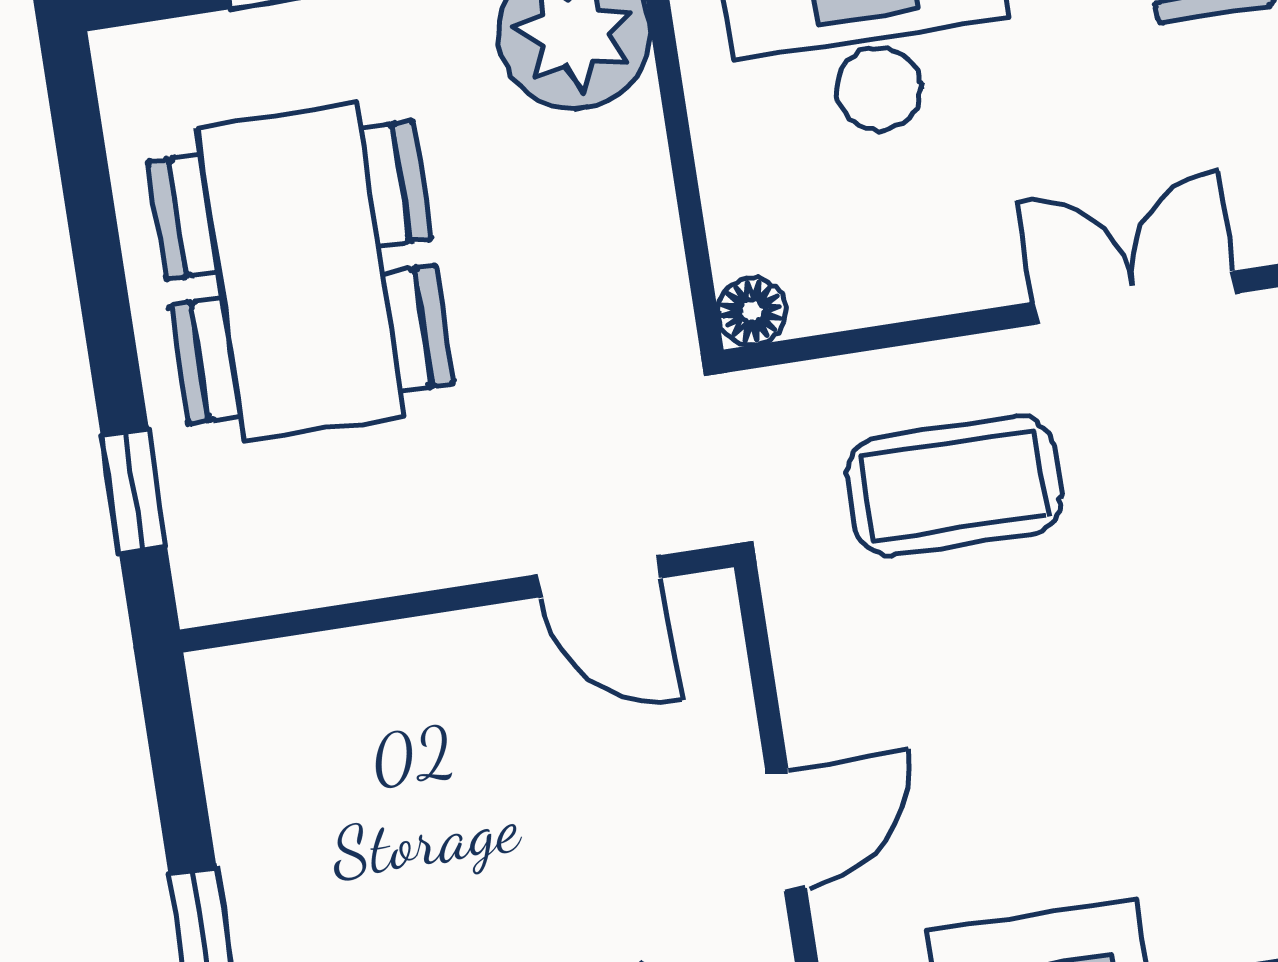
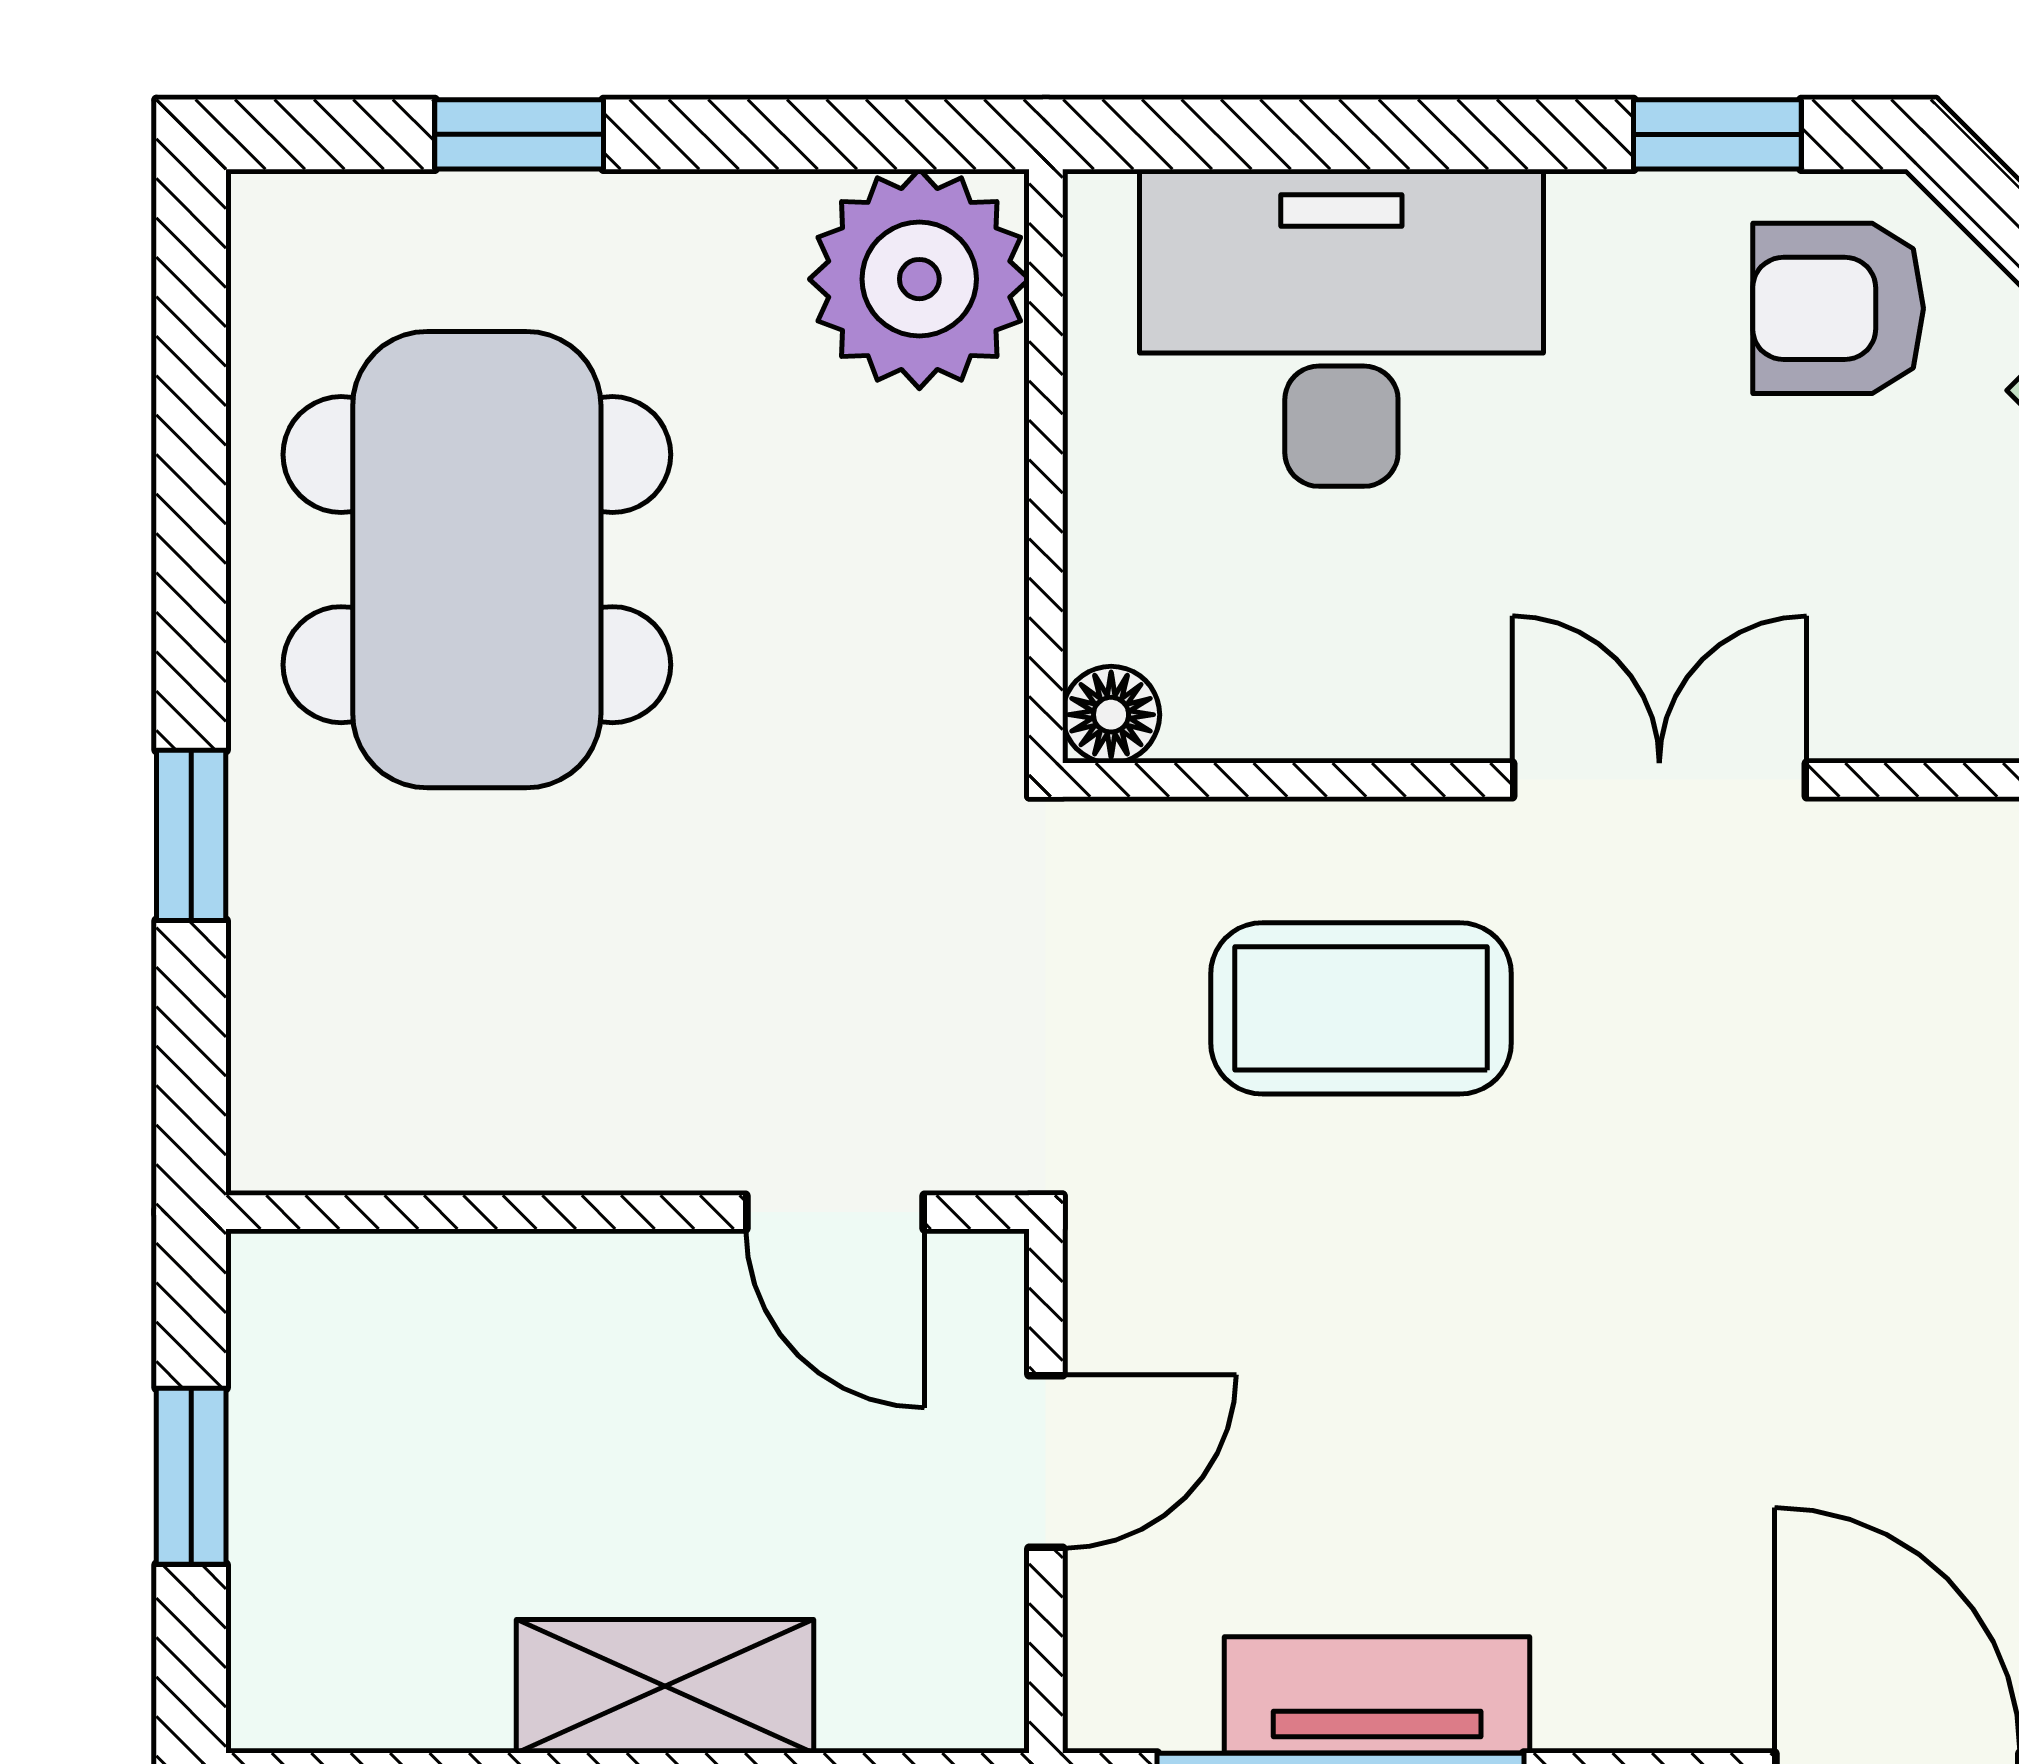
door: (599, 576) -> (835, 1212), moved
wall: (457, 598) -> (628, 1212), moved

